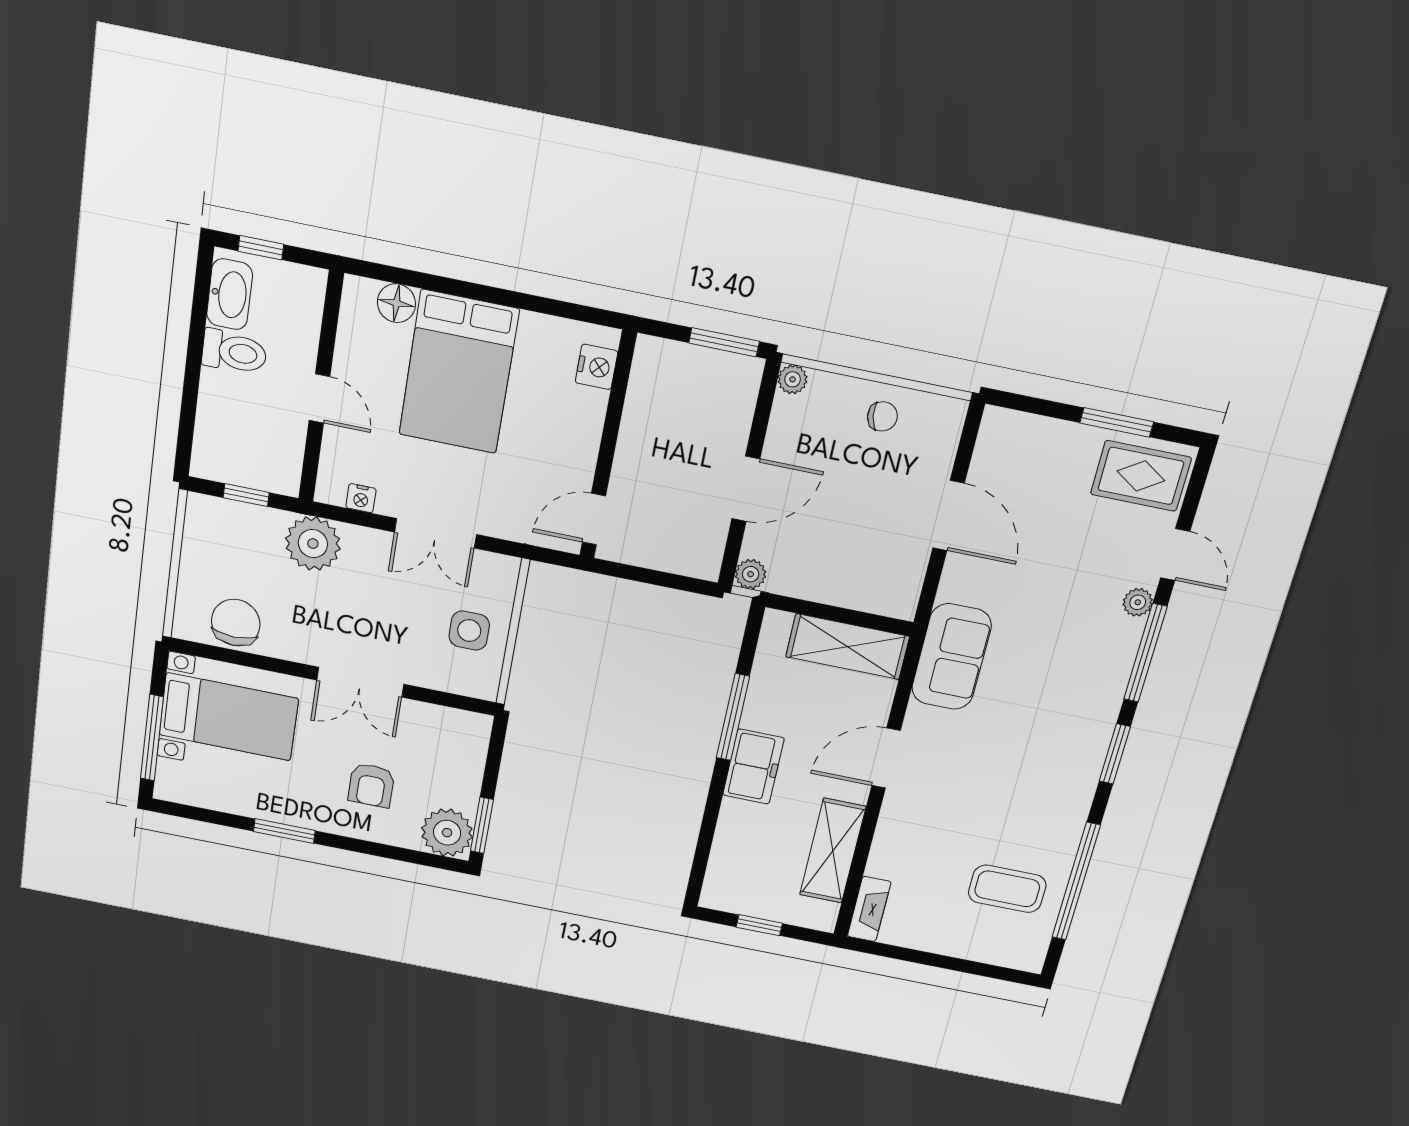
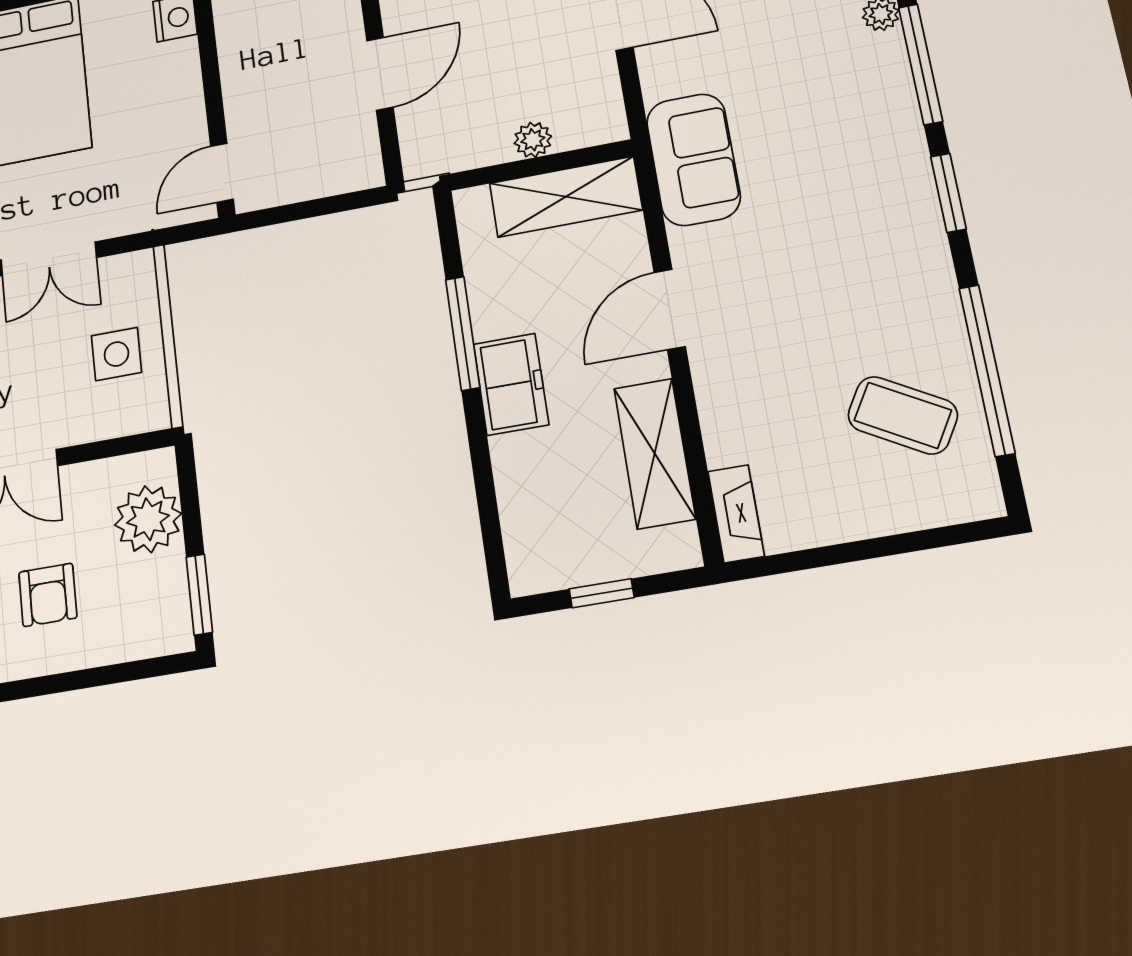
plant: (751, 574) -> (533, 140), moved
plant: (447, 833) -> (148, 519), moved
coffee table: (1007, 889) -> (903, 415), turned 30

